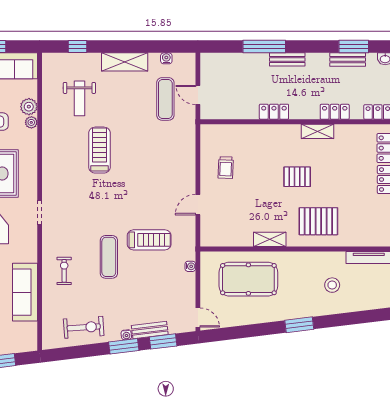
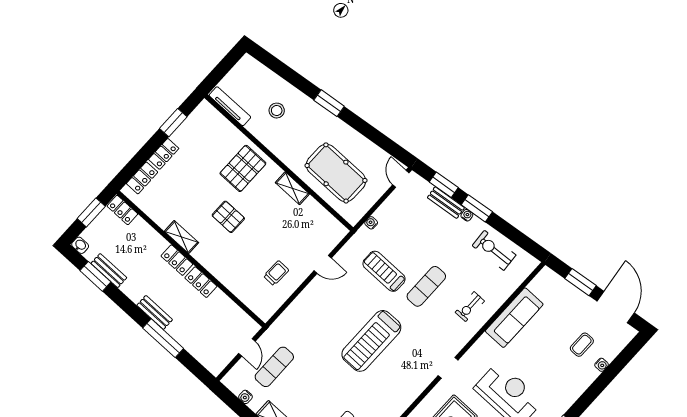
locker: (335, 112) -> (177, 260), moved
treadmill: (99, 150) -> (371, 341), moved, width x1.37, depth x1.38
pallet: (318, 221) -> (243, 168), turned 90

